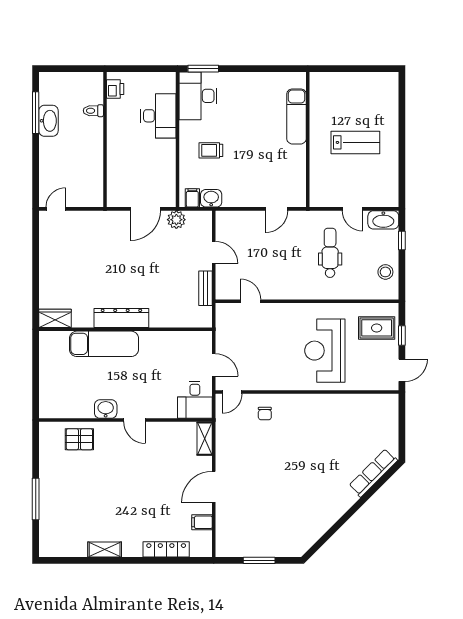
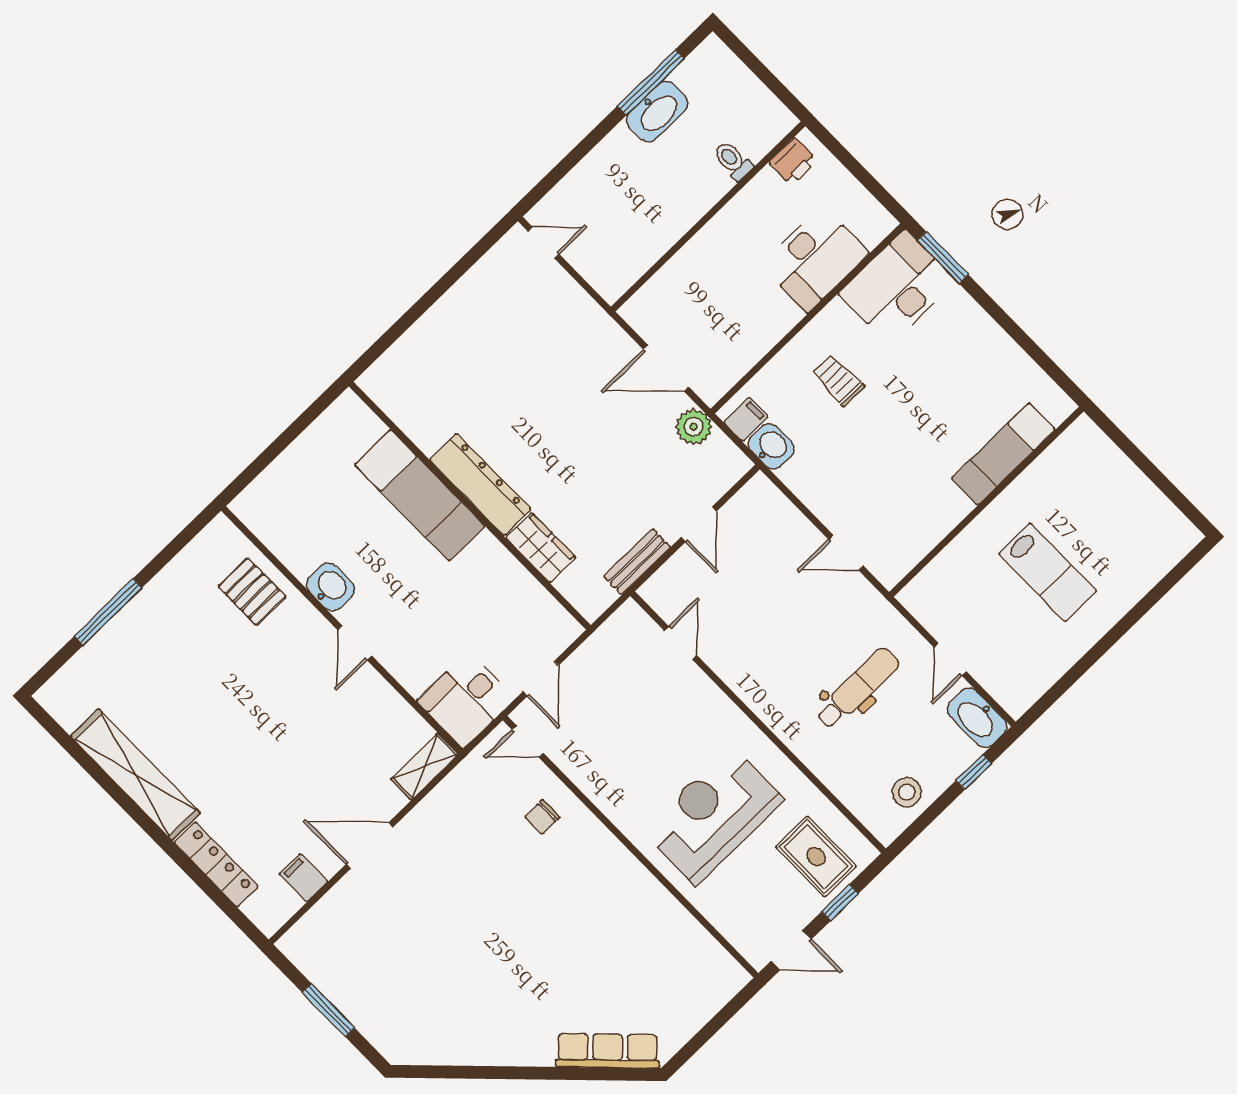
wardrobe: (55, 318) -> (541, 548), moved
shelving: (105, 549) -> (135, 775), width x2.20, depth x1.33

